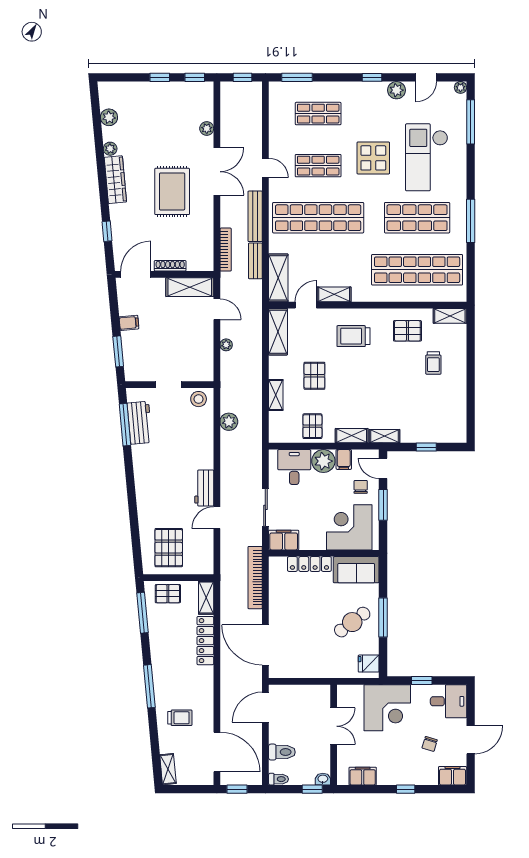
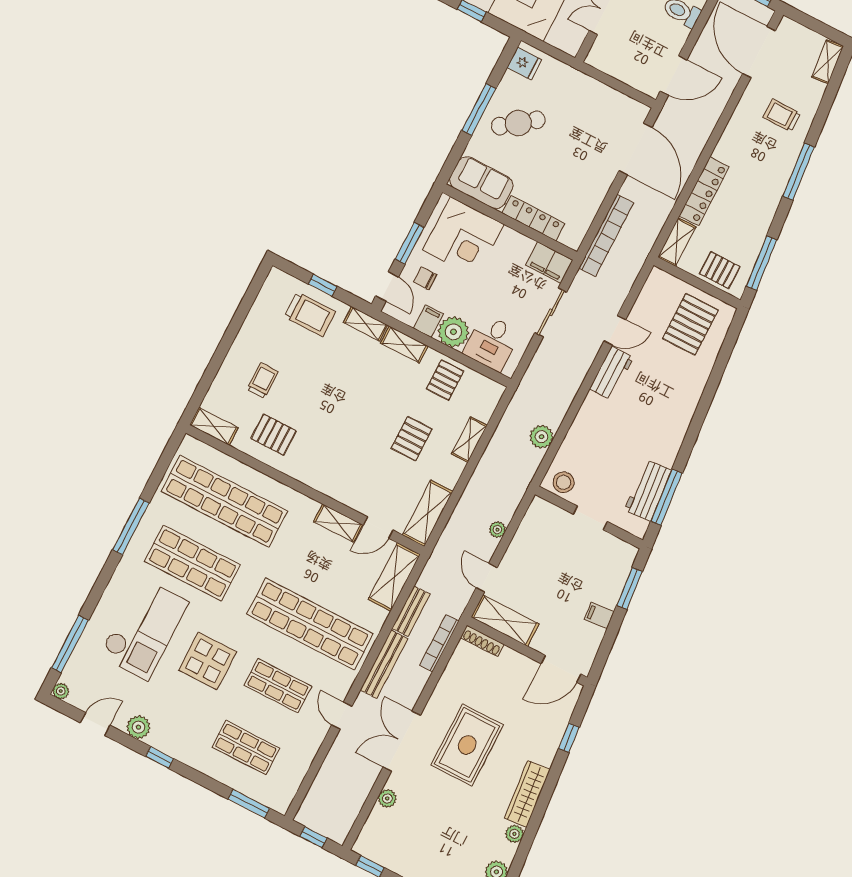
shoe rack: (170, 266) -> (482, 641), moved
trolley: (353, 336) -> (310, 314), moved
chair: (361, 487) -> (425, 278), turned 90

